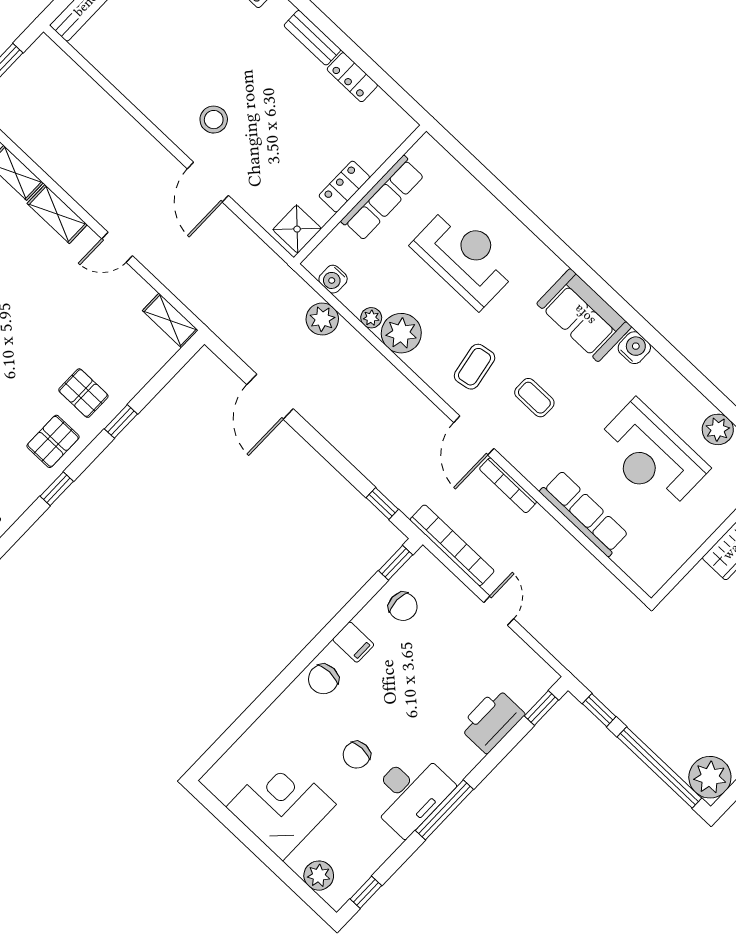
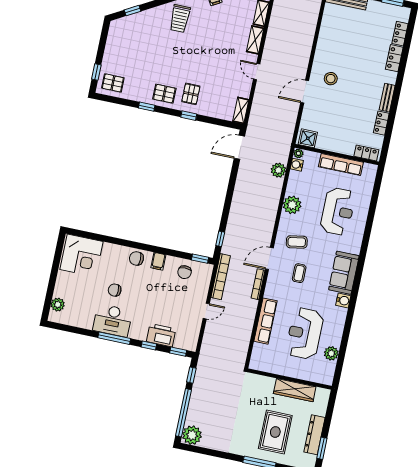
locker: (344, 187) -> (366, 153), moved
plant: (371, 318) -> (298, 153), moved
door: (270, 397) -> (239, 147), moved
corner desk: (281, 806) -> (82, 256), moved, turned 90
window: (366, 892) -> (149, 346), moved

